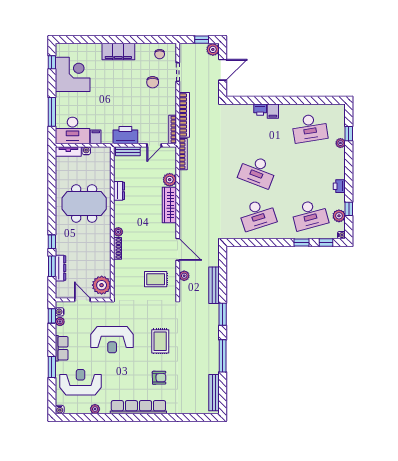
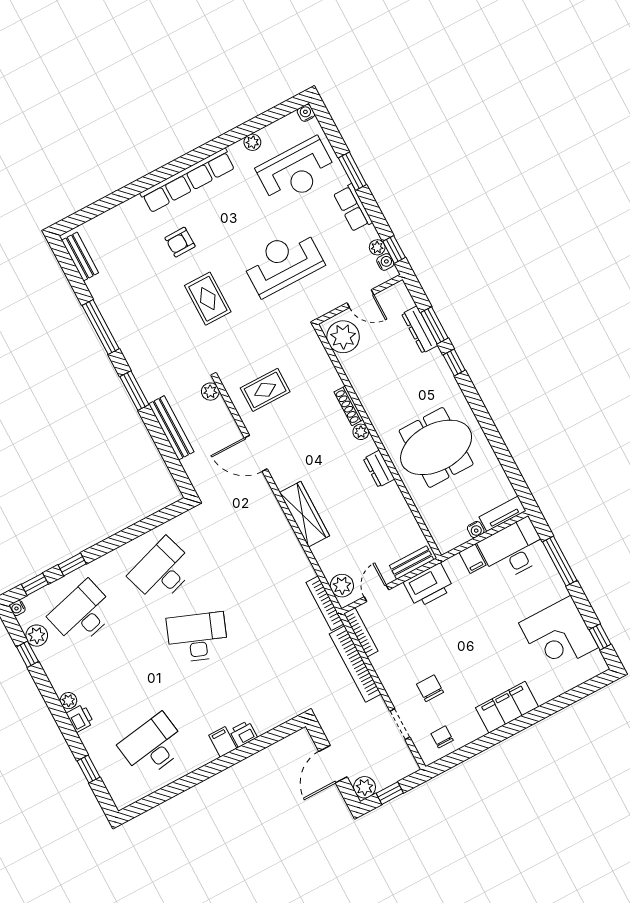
plant: (340, 143) -> (68, 701), moved
plant: (170, 180) -> (342, 586), moved
printer: (339, 186) -> (80, 718), moved
dresser: (119, 191) -> (379, 469), moved
plant: (184, 276) -> (210, 392), moved
bench: (214, 393) -> (80, 257), width x0.73

